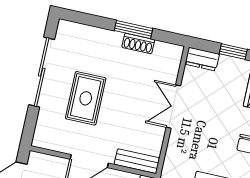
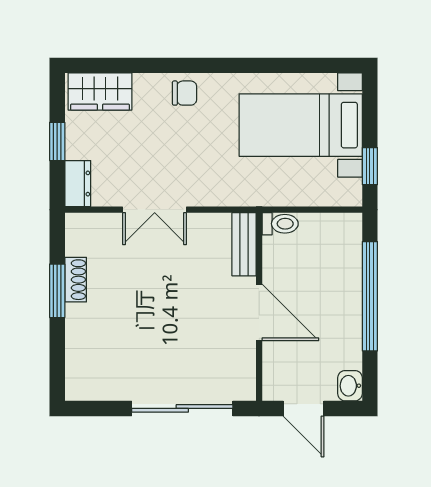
sliding door: (42, 72) -> (182, 408), moved
rug: (86, 98) -> (171, 337), removed

